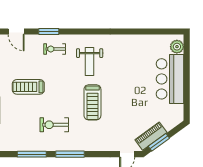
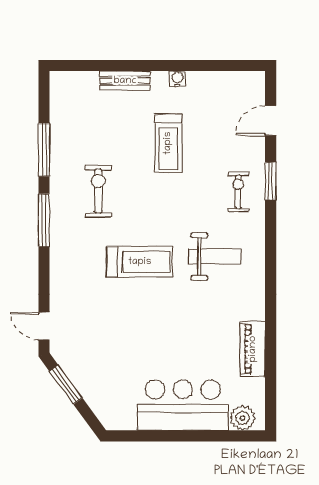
weight bench: (90, 62) -> (215, 257), turned 180
treadmill: (28, 87) -> (168, 143), turned 180
treadmill: (92, 102) -> (140, 262), turned 180
piano: (151, 136) -> (253, 349), moved, turned -144

